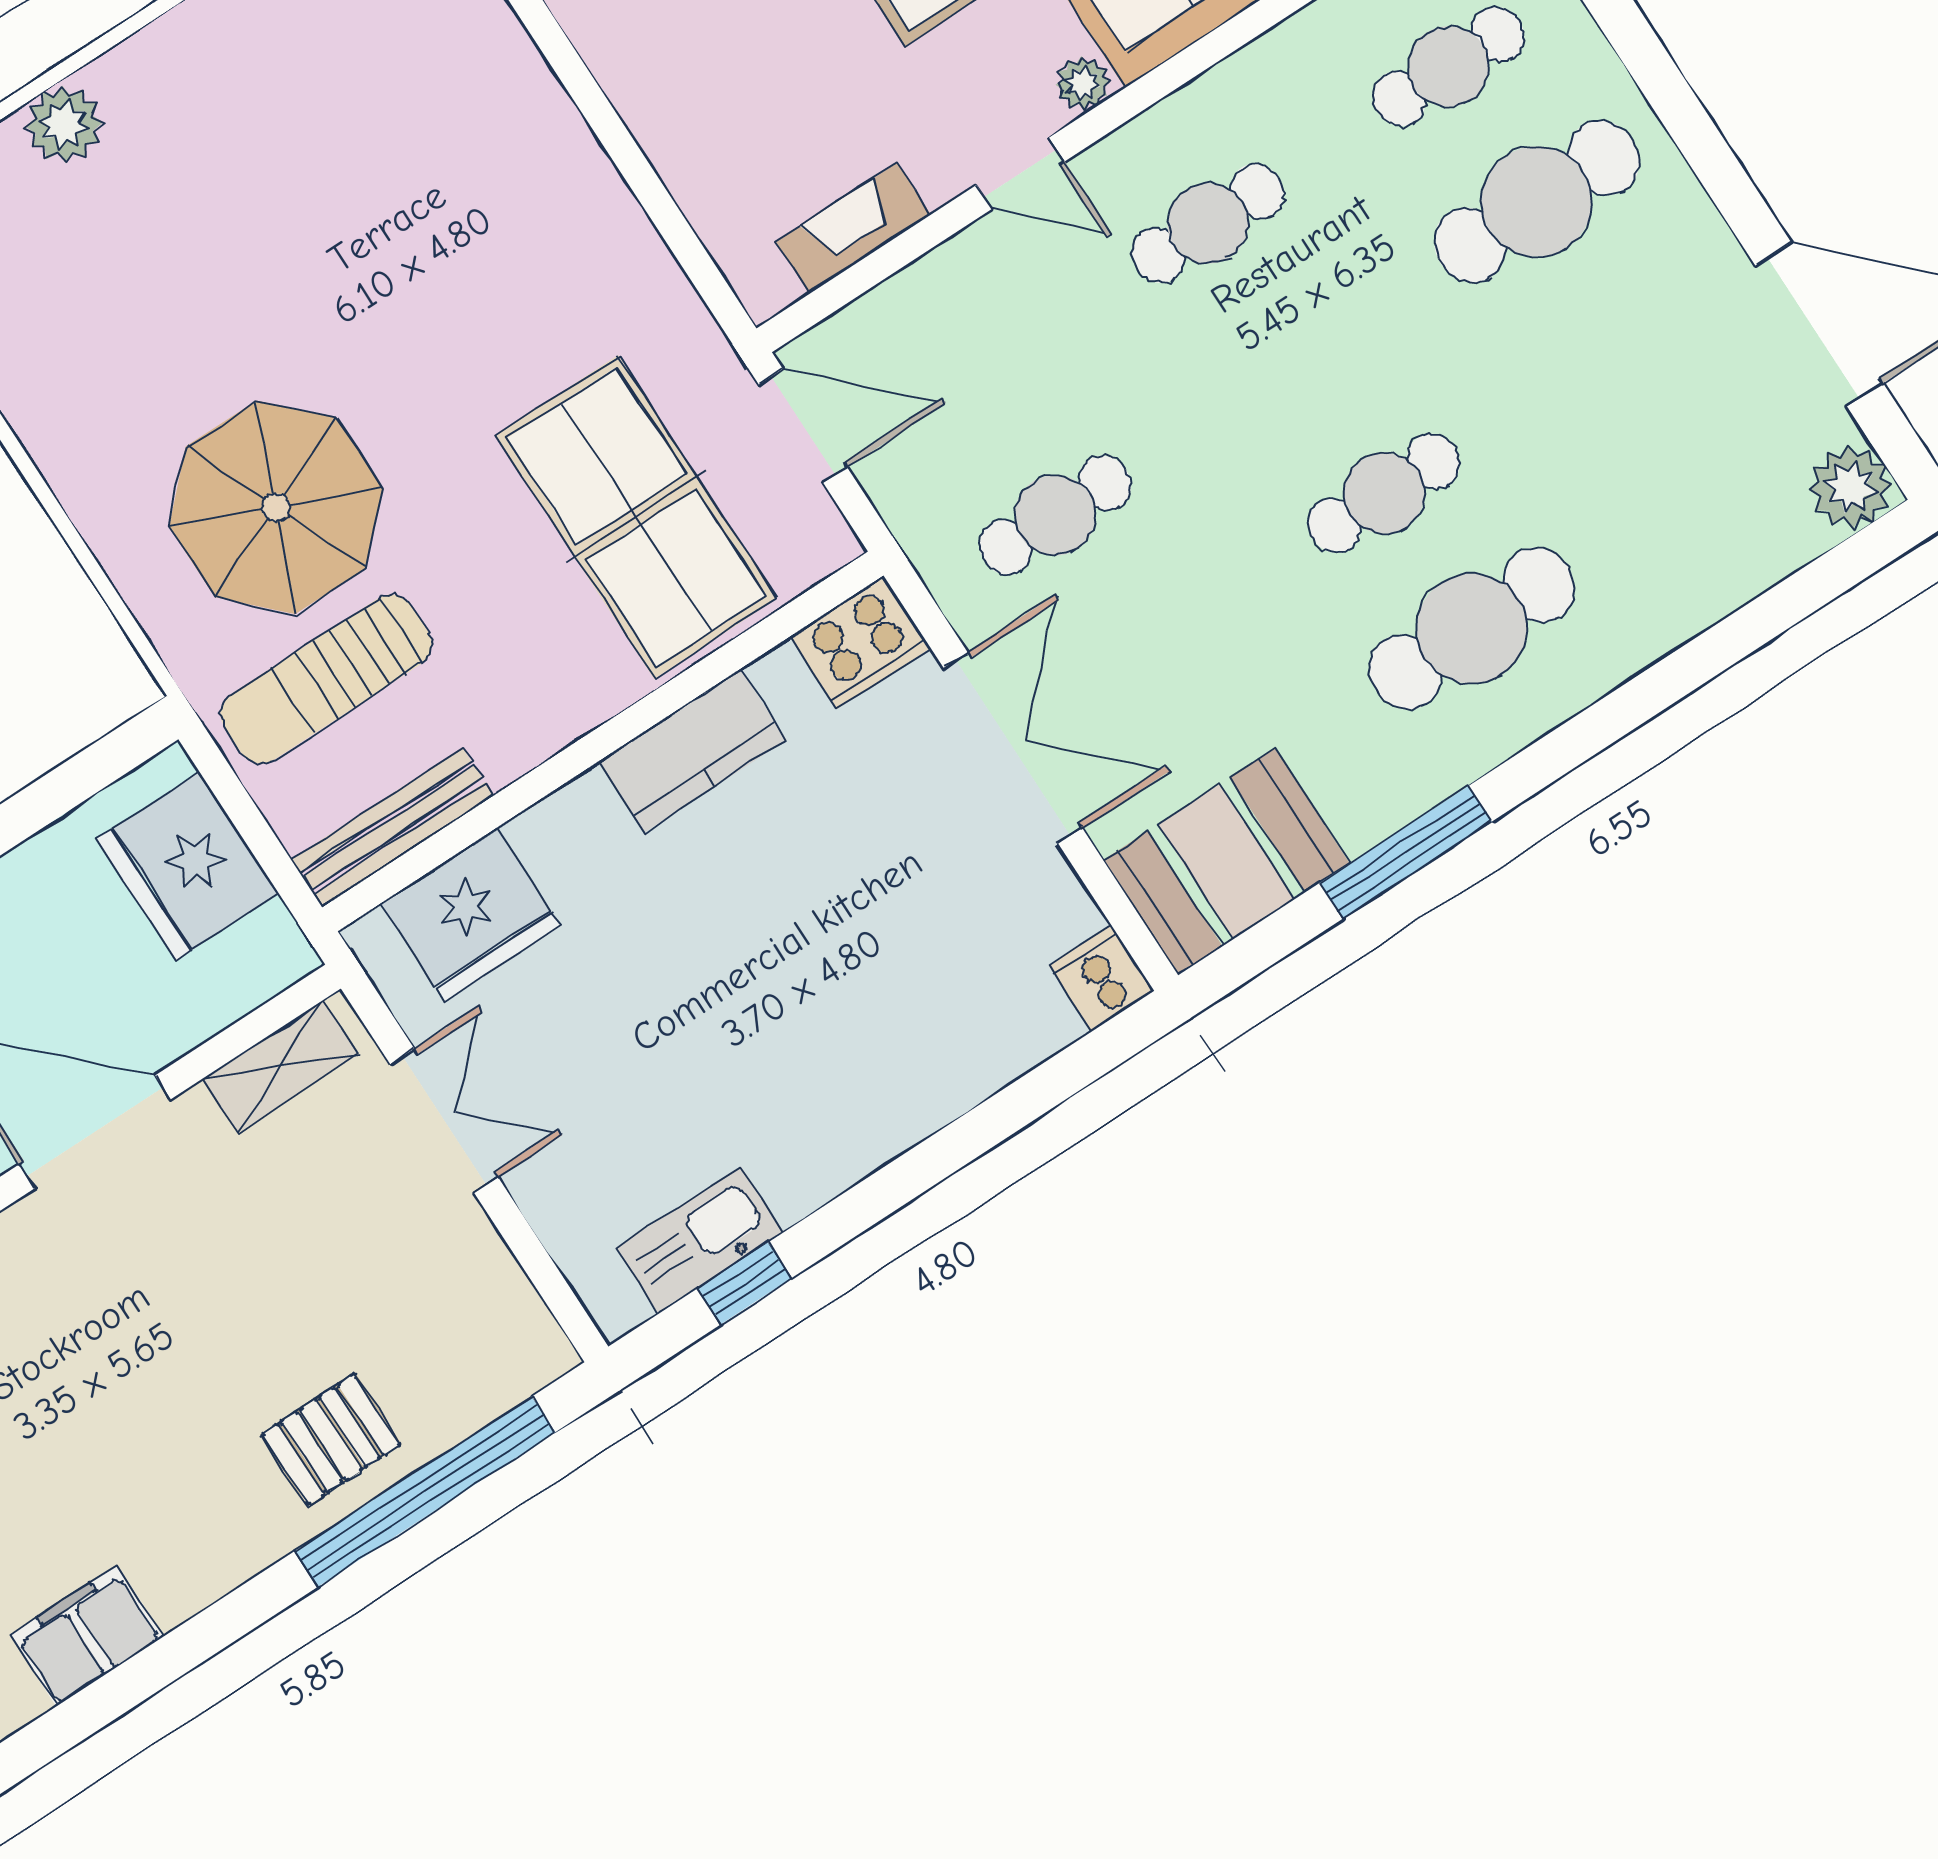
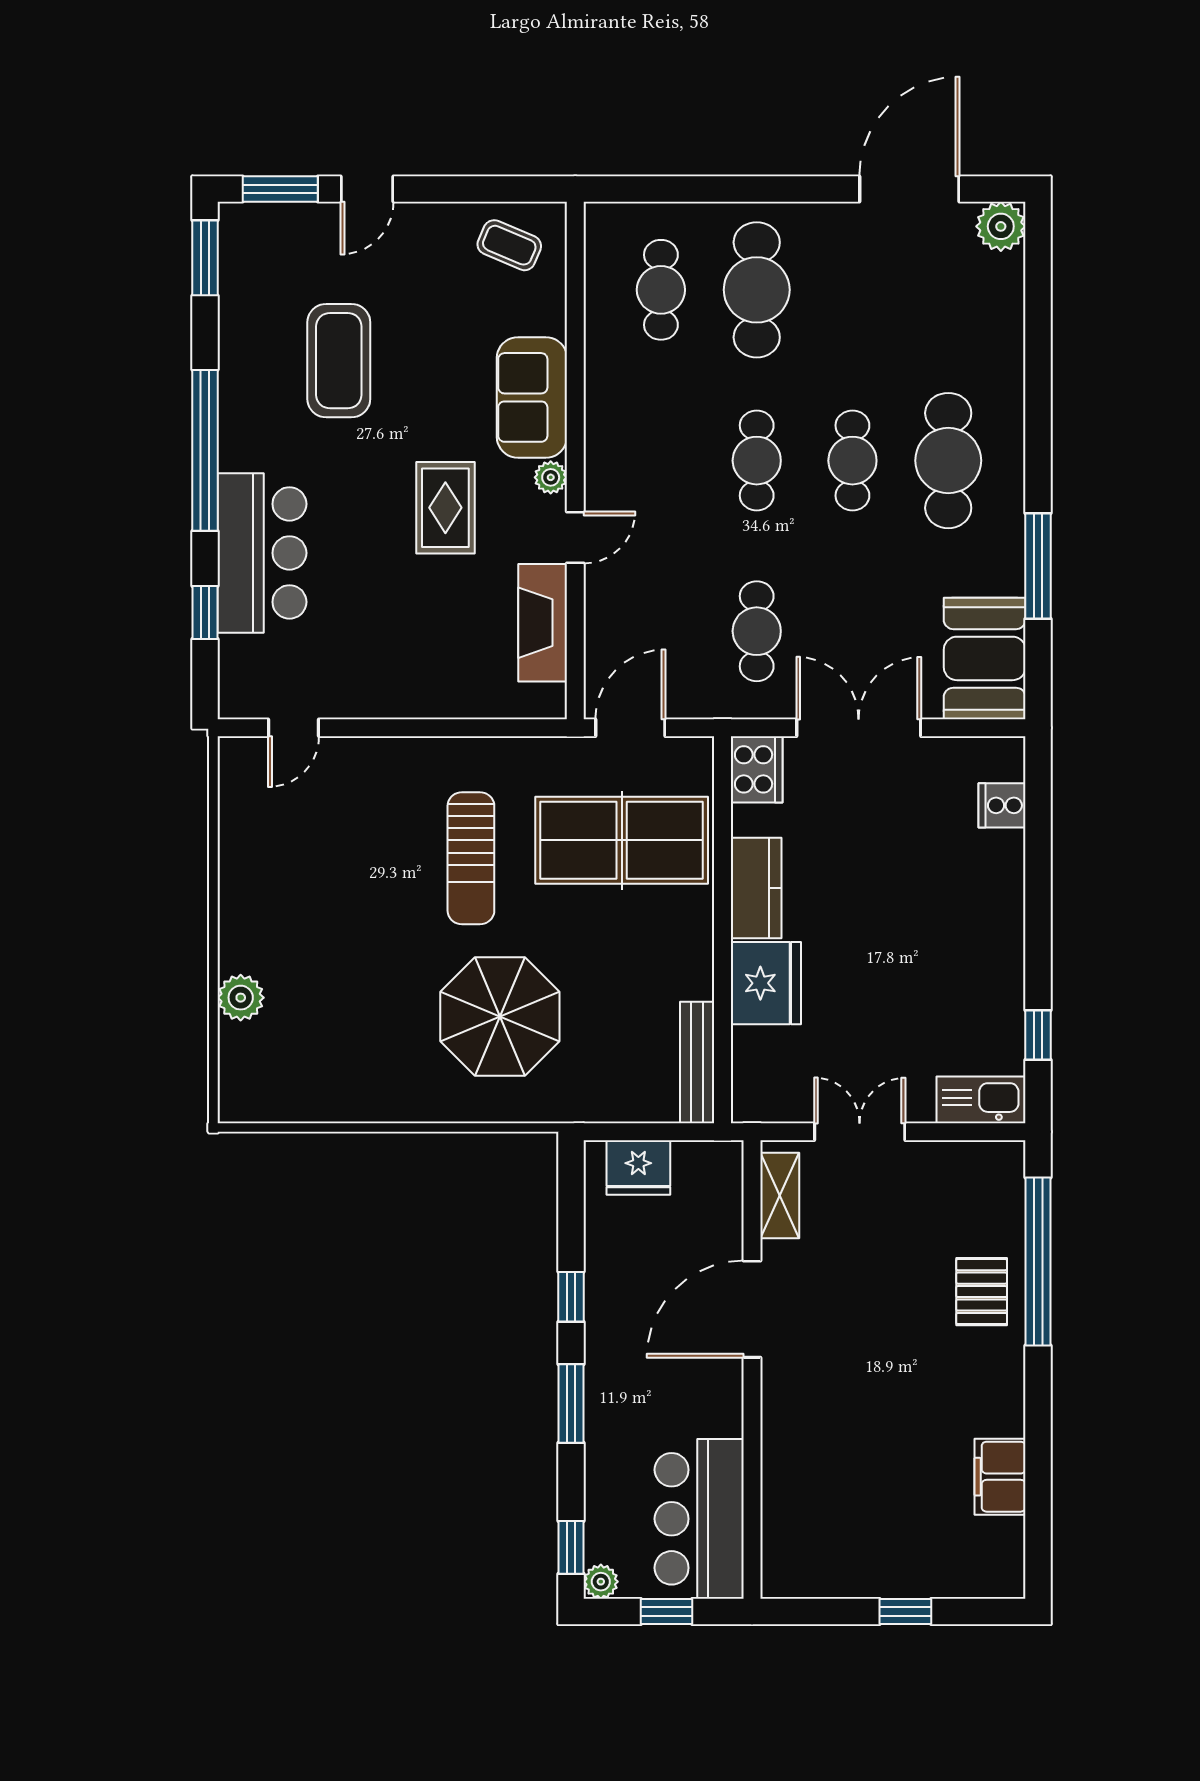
cafe table: (1208, 223) -> (757, 461), moved
fireplace: (853, 228) -> (543, 623), width x1.37, depth x1.32
sun lounger: (326, 679) -> (471, 858), moved
fridge: (188, 866) -> (638, 1167), width x0.73, depth x0.75
fridge: (471, 915) -> (766, 983), moved
cooker: (1102, 978) -> (1002, 805), moved
kitchen sink: (700, 1240) -> (981, 1100), moved, turned 90

